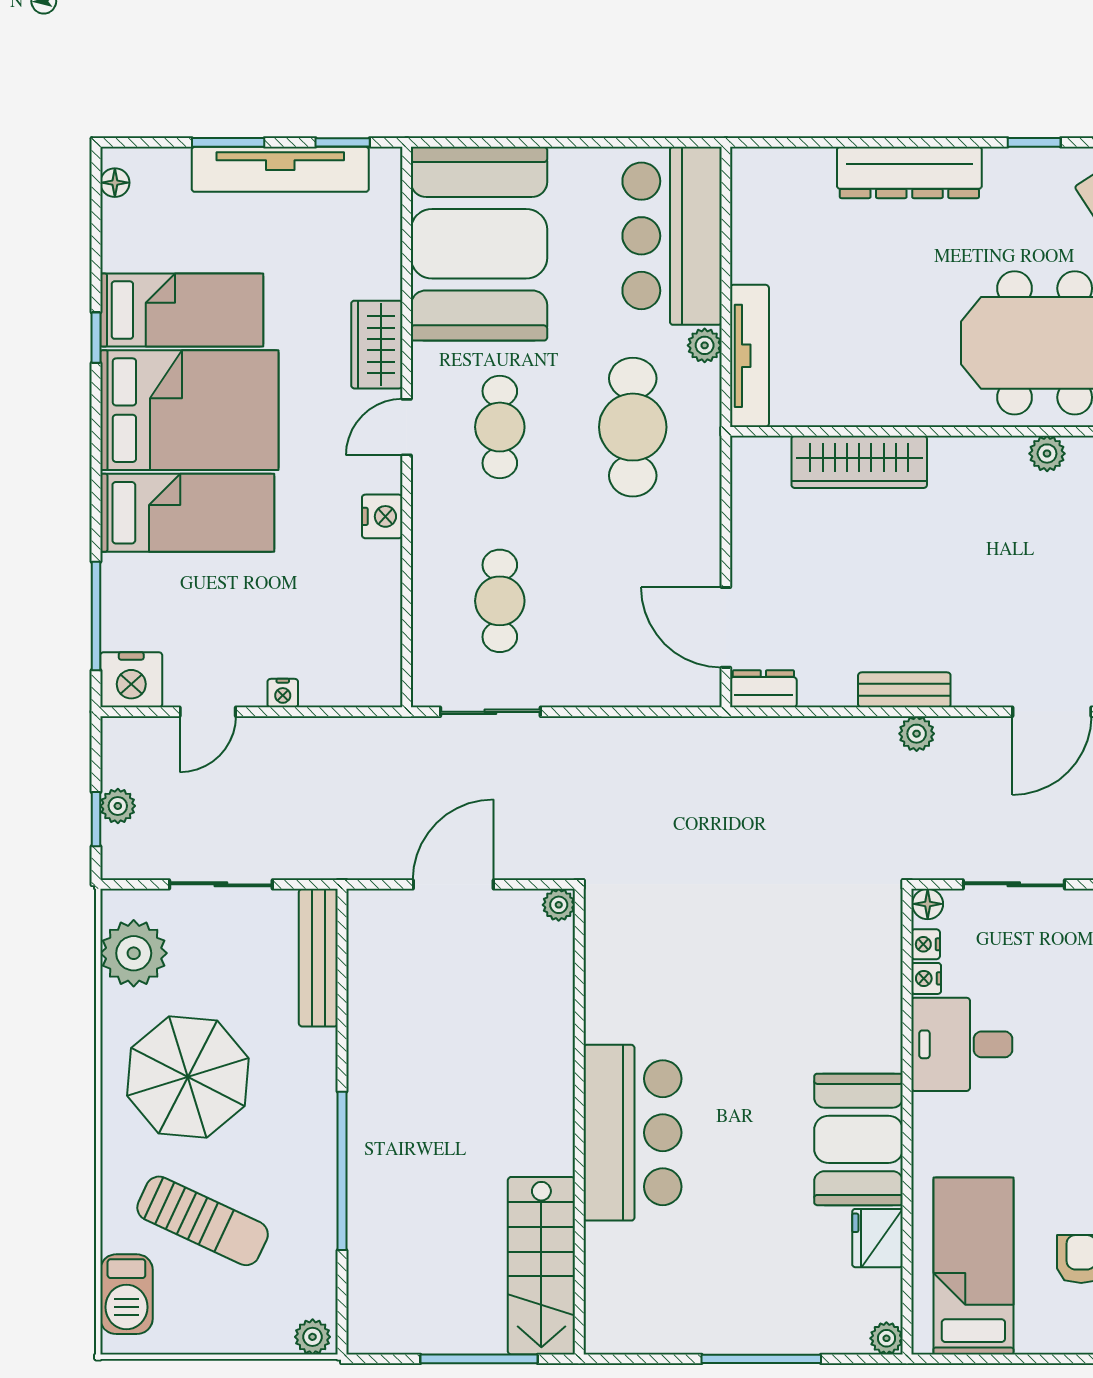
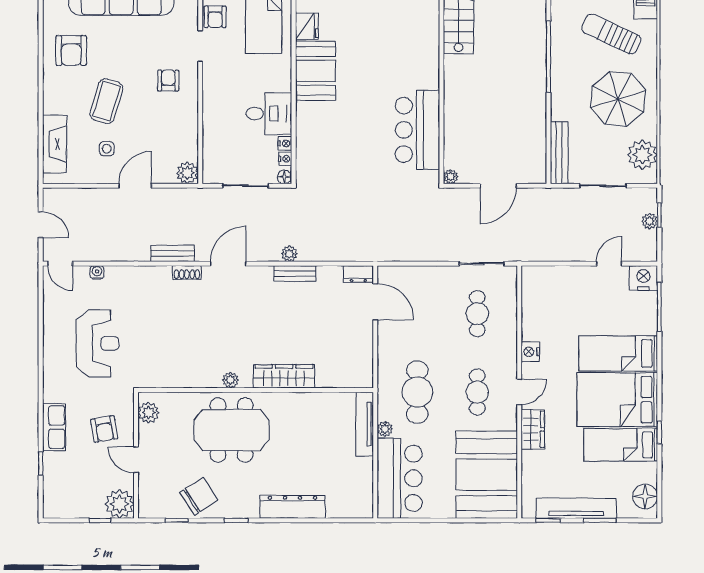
floor lamp: (115, 183) -> (645, 496), width x1.89, depth x1.89
wardrobe: (859, 462) -> (284, 376), moved
nightstand: (283, 693) -> (575, 272), removed
bar counter: (632, 1133) -> (417, 130), moved

